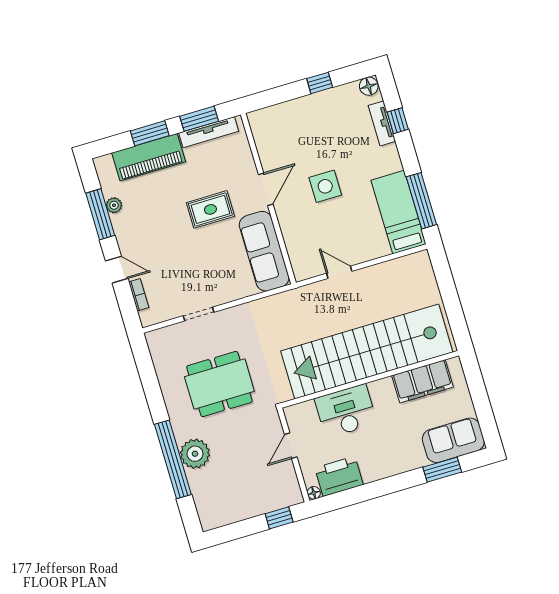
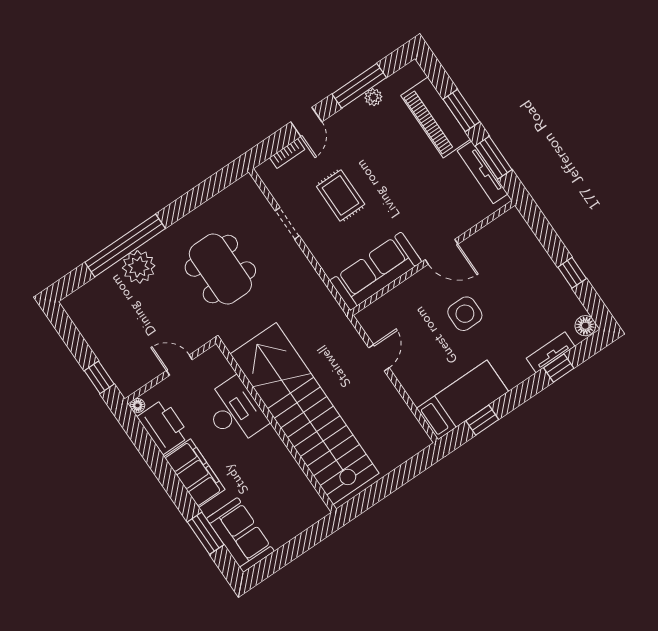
window: (421, 201) -> (482, 420), width x0.46
rug: (210, 209) -> (341, 195), moved
filing cabinet: (423, 381) -> (194, 473), moved, turned 180

